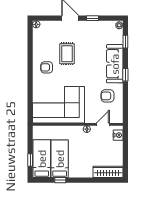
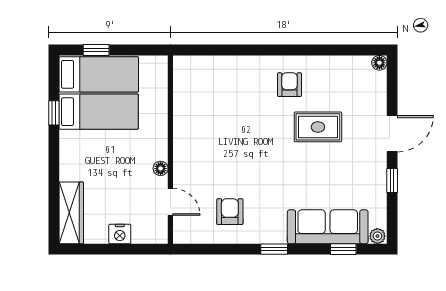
sofa: (115, 64) -> (328, 227), moved
corner sofa: (58, 105) -> (211, 109), removed
nightstand: (118, 135) -> (120, 234), moved

